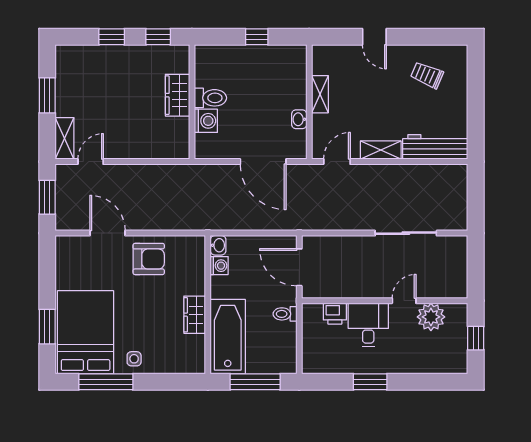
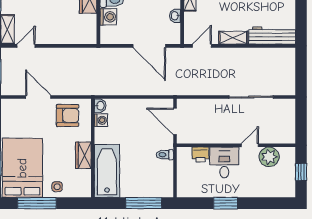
washbasin: (218, 245) -> (100, 106), moved
washing machine: (219, 266) -> (101, 120), moved
wall: (208, 305) -> (93, 148), moved
wardrobe: (195, 315) -> (83, 155), moved
bathtub: (228, 337) -> (107, 171), moved

